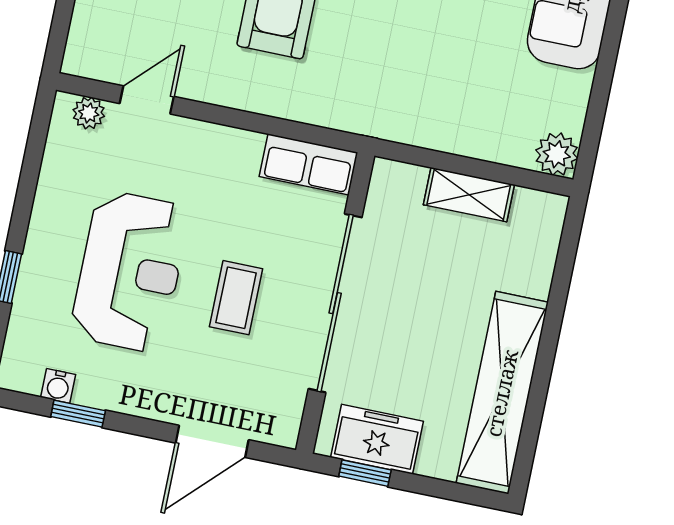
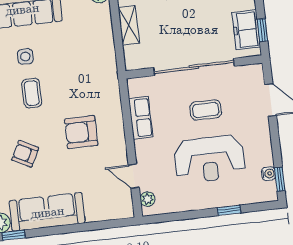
row of seats: (309, 164) -> (141, 118), moved
reception desk: (130, 271) -> (209, 159), turned 180
window: (78, 414) -> (280, 179), moved

